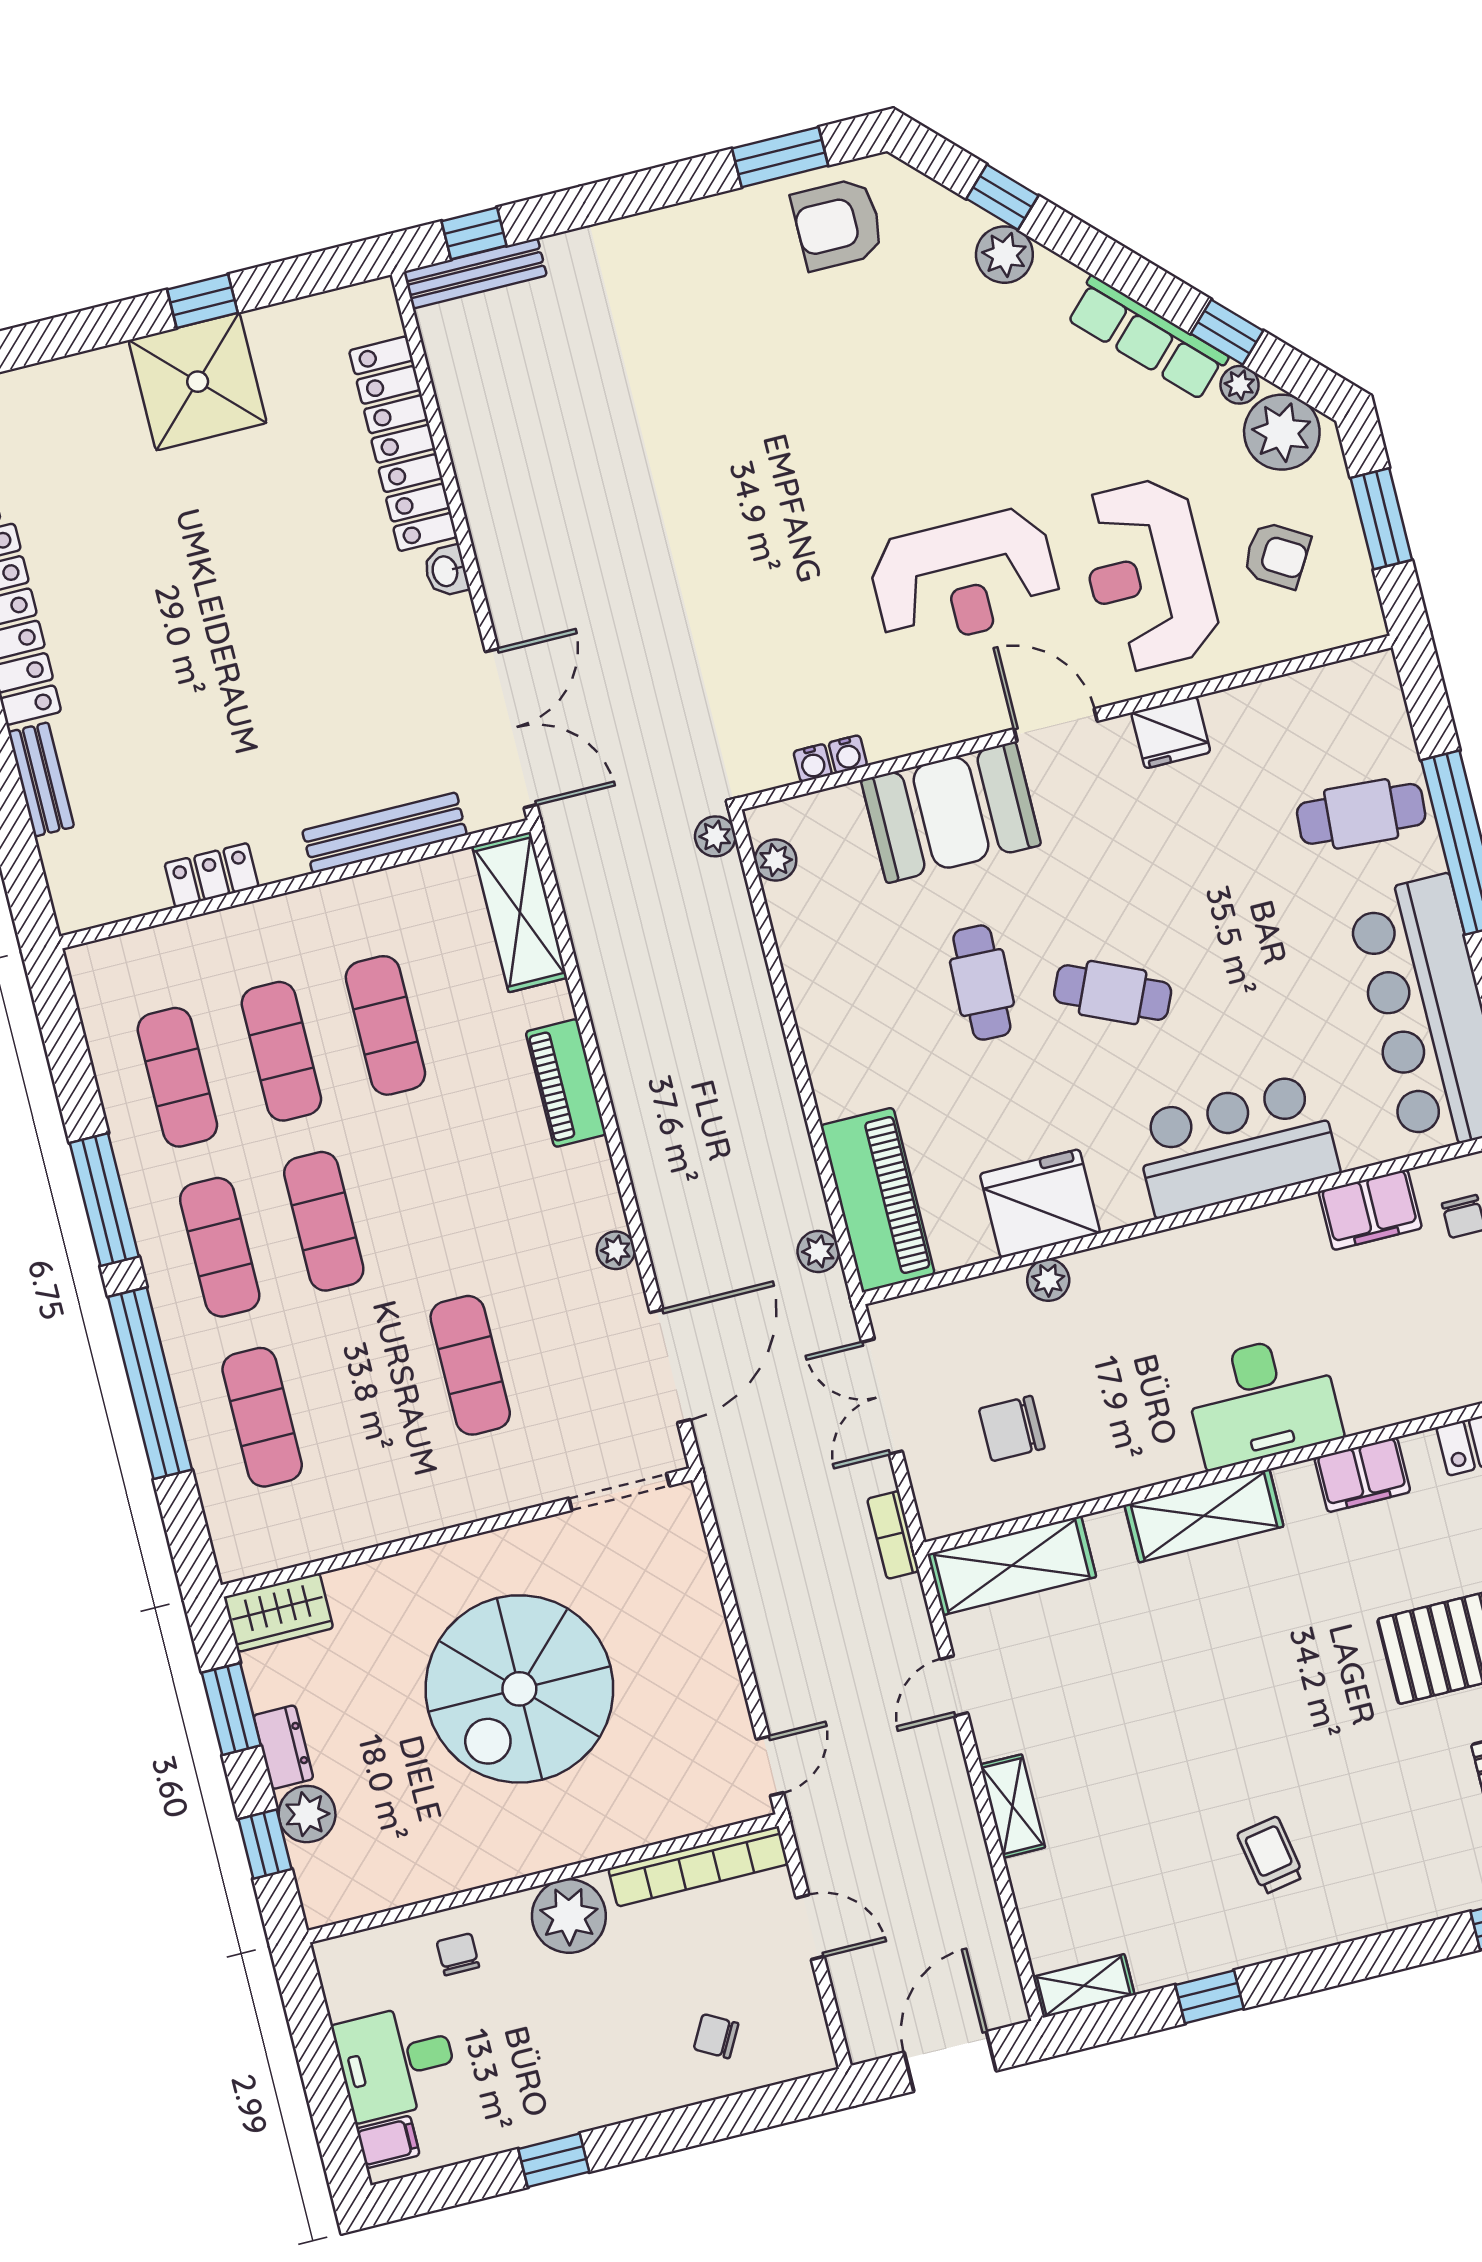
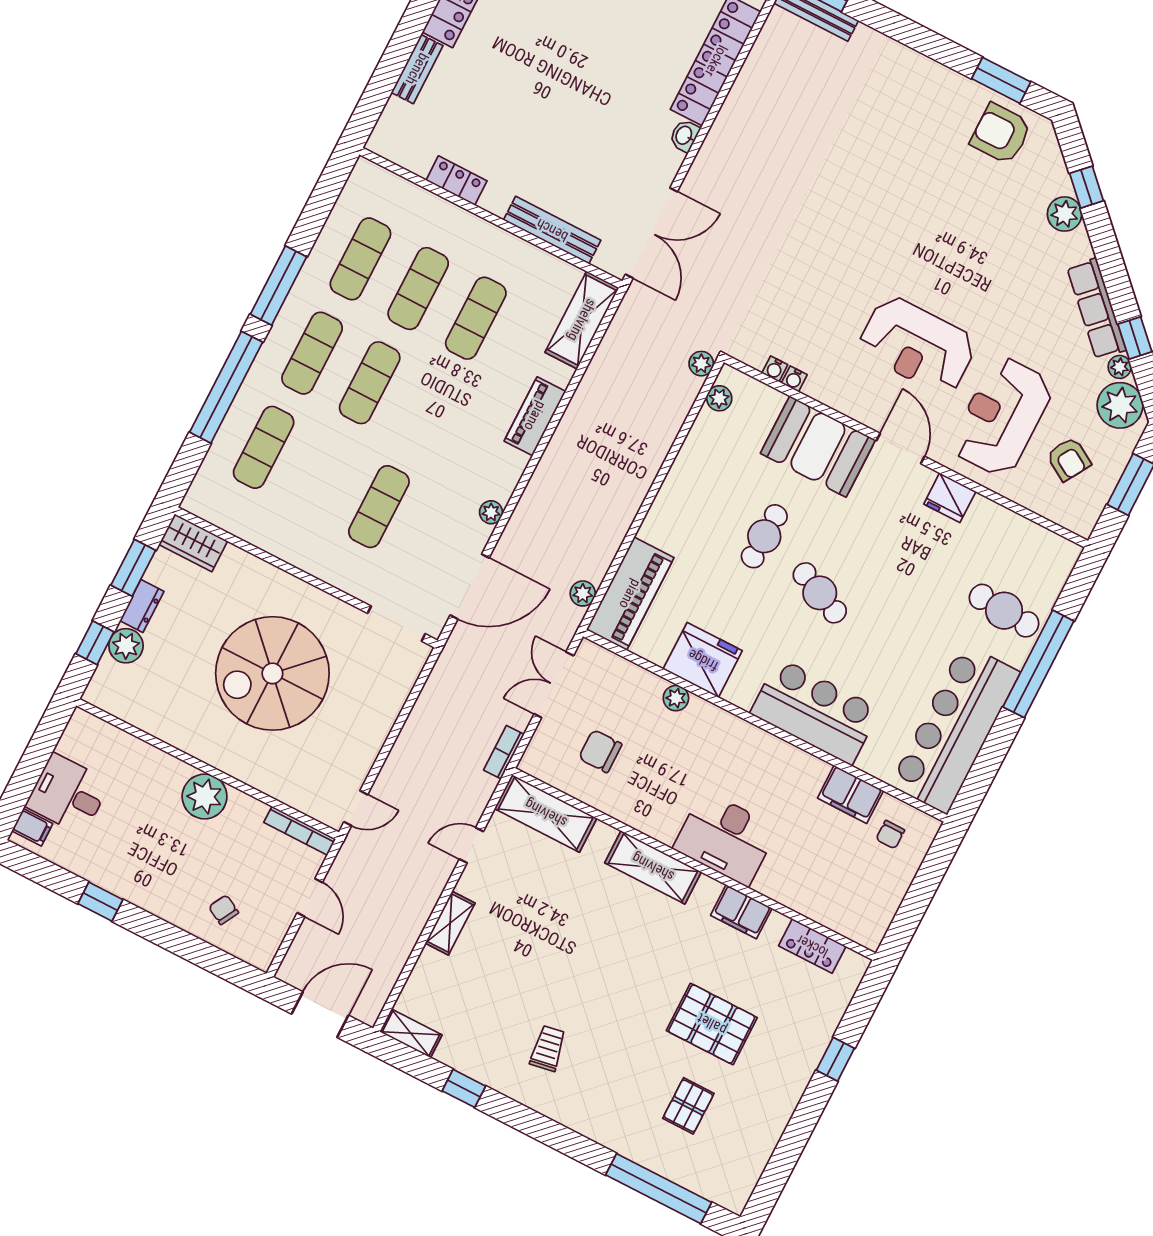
bookcase: (698, 1866) -> (300, 831), width x0.68, depth x0.76
chair: (458, 1954) -> (139, 770), removed

